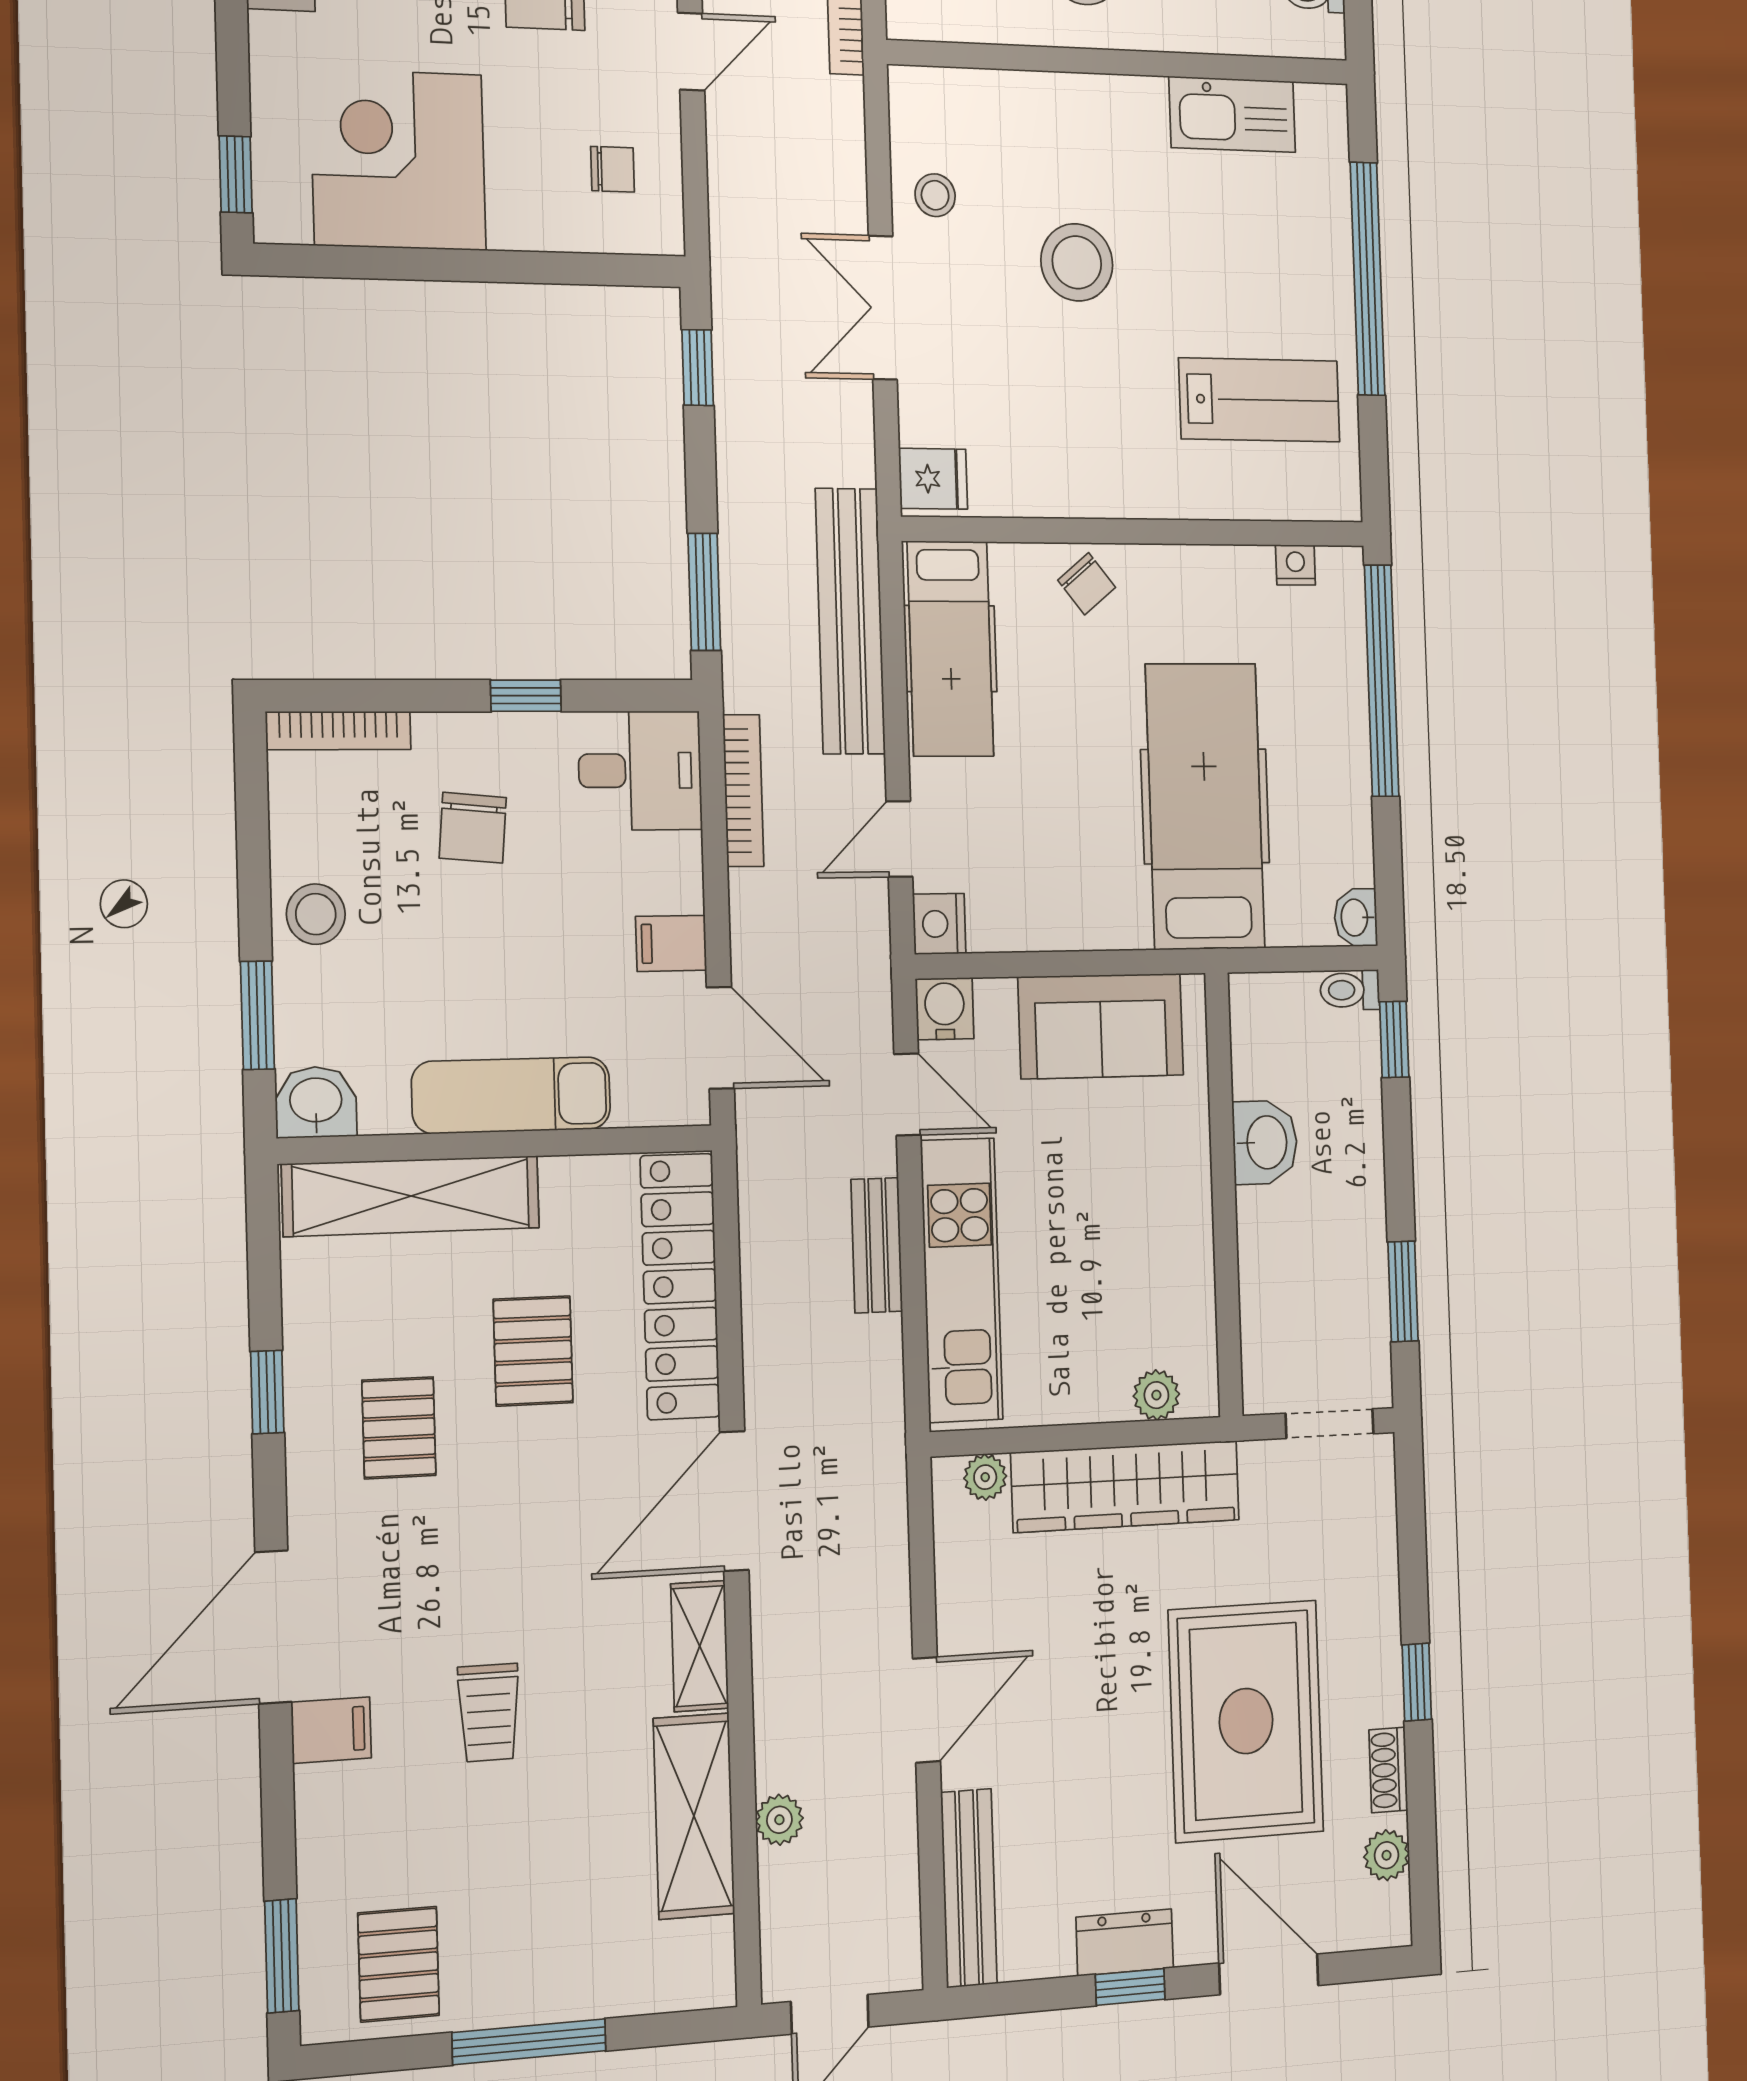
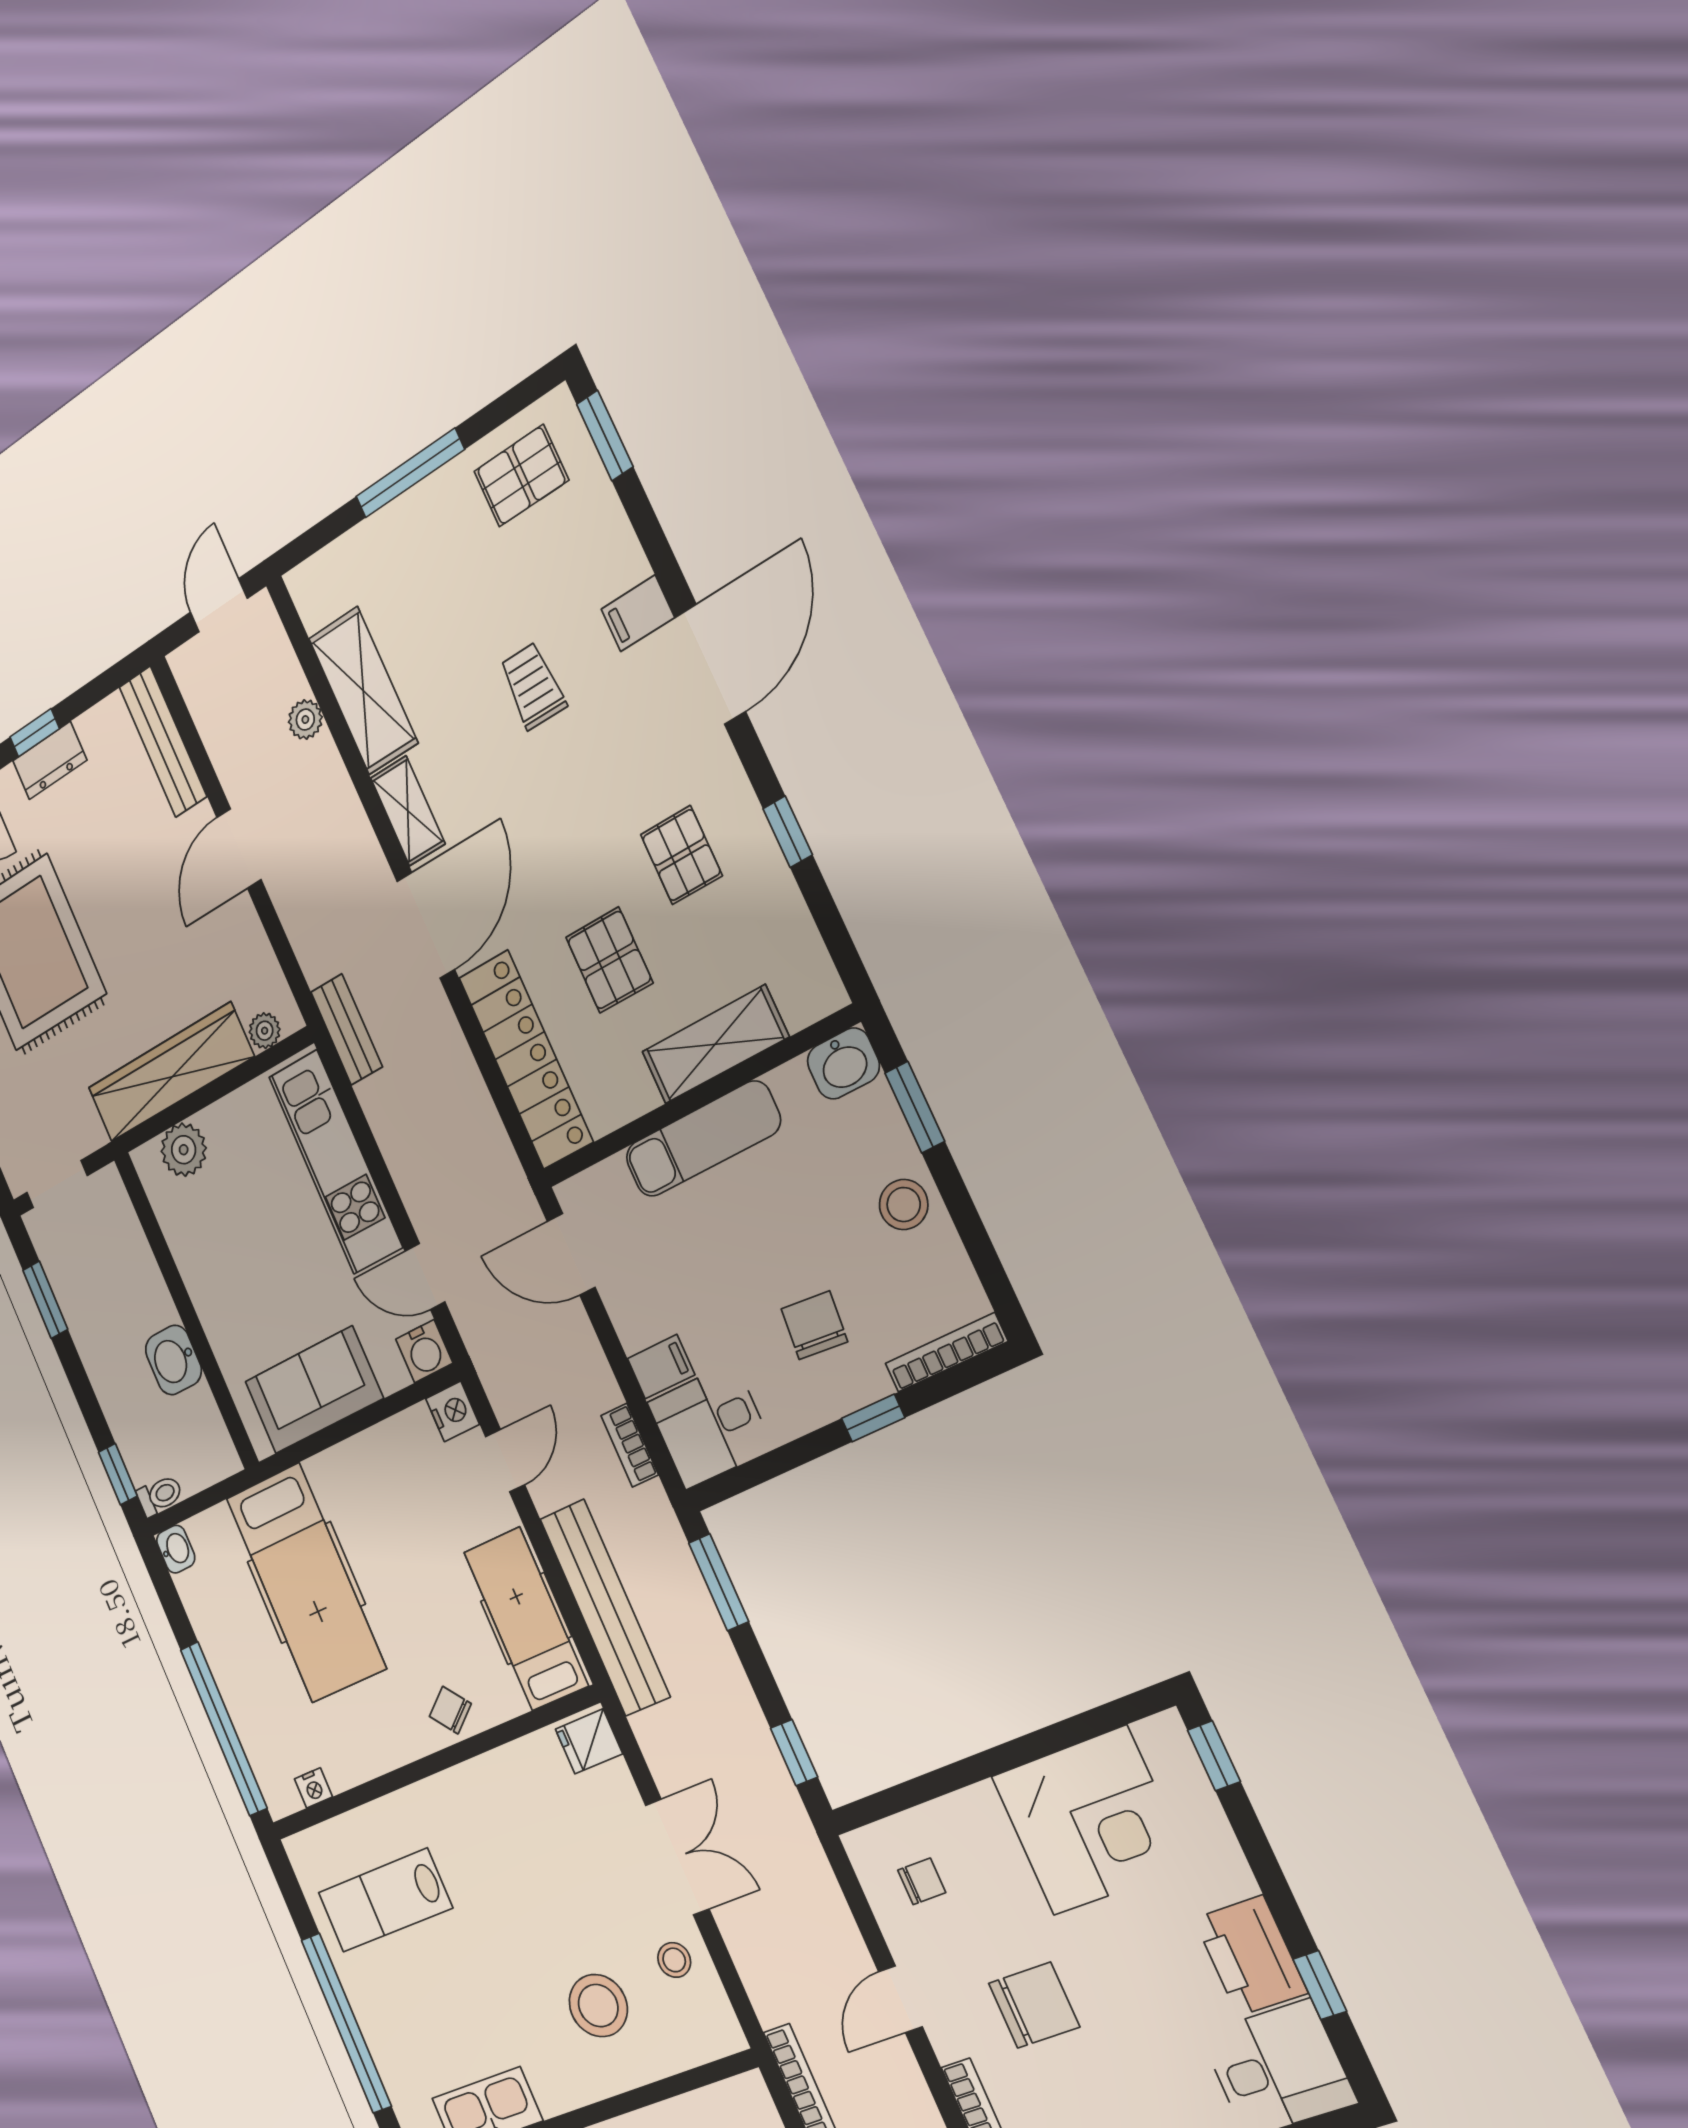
chair: (613, 169) -> (922, 1881), turned 180
stool: (1077, 262) -> (598, 2006), moved
window: (526, 696) -> (873, 1418), moved
bookcase: (743, 791) -> (630, 1445), width x0.64
filing cabinet: (671, 943) -> (661, 1367), moved
shelving: (411, 1196) -> (715, 1044), width x0.68
bench: (877, 1245) -> (347, 1029), moved
plant: (1156, 1395) -> (184, 1150), width x1.38, depth x1.38
pallet: (399, 1964) -> (521, 476), turned 90

